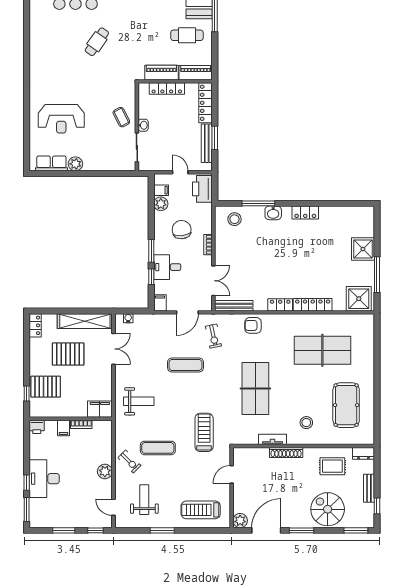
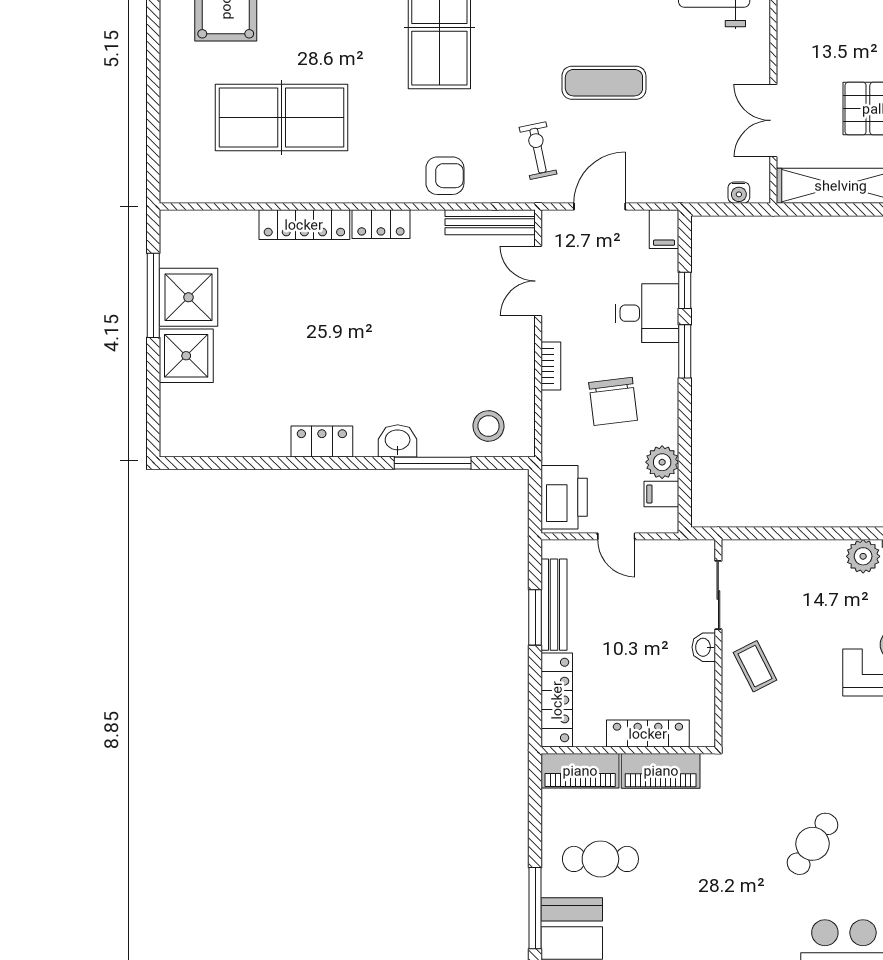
shower: (359, 299) -> (188, 297), moved

